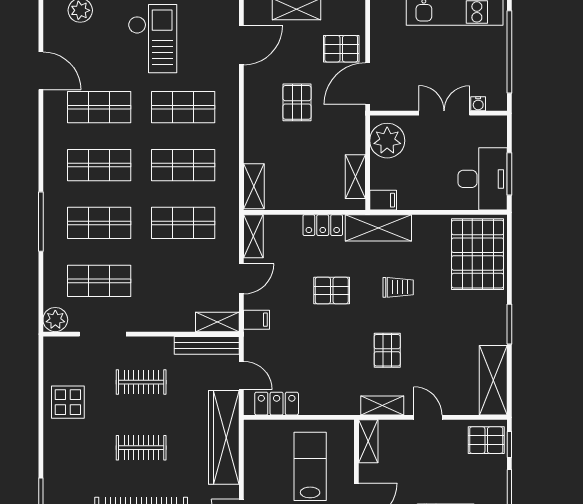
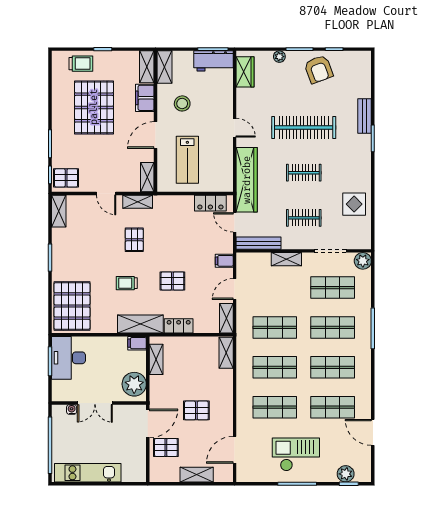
checkout: (152, 39) -> (296, 454), turned 90
pallet: (297, 102) -> (196, 410), turned 90
shelving: (217, 322) -> (286, 259), moved
shelving: (493, 380) -> (59, 211), width x0.67, depth x0.75

